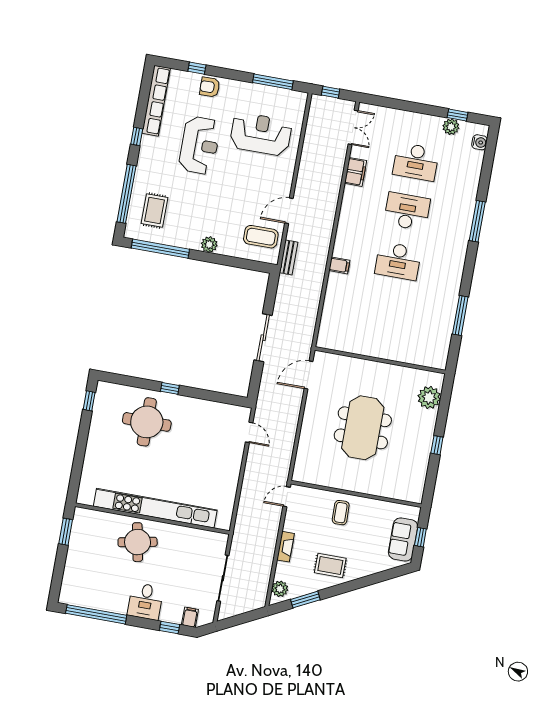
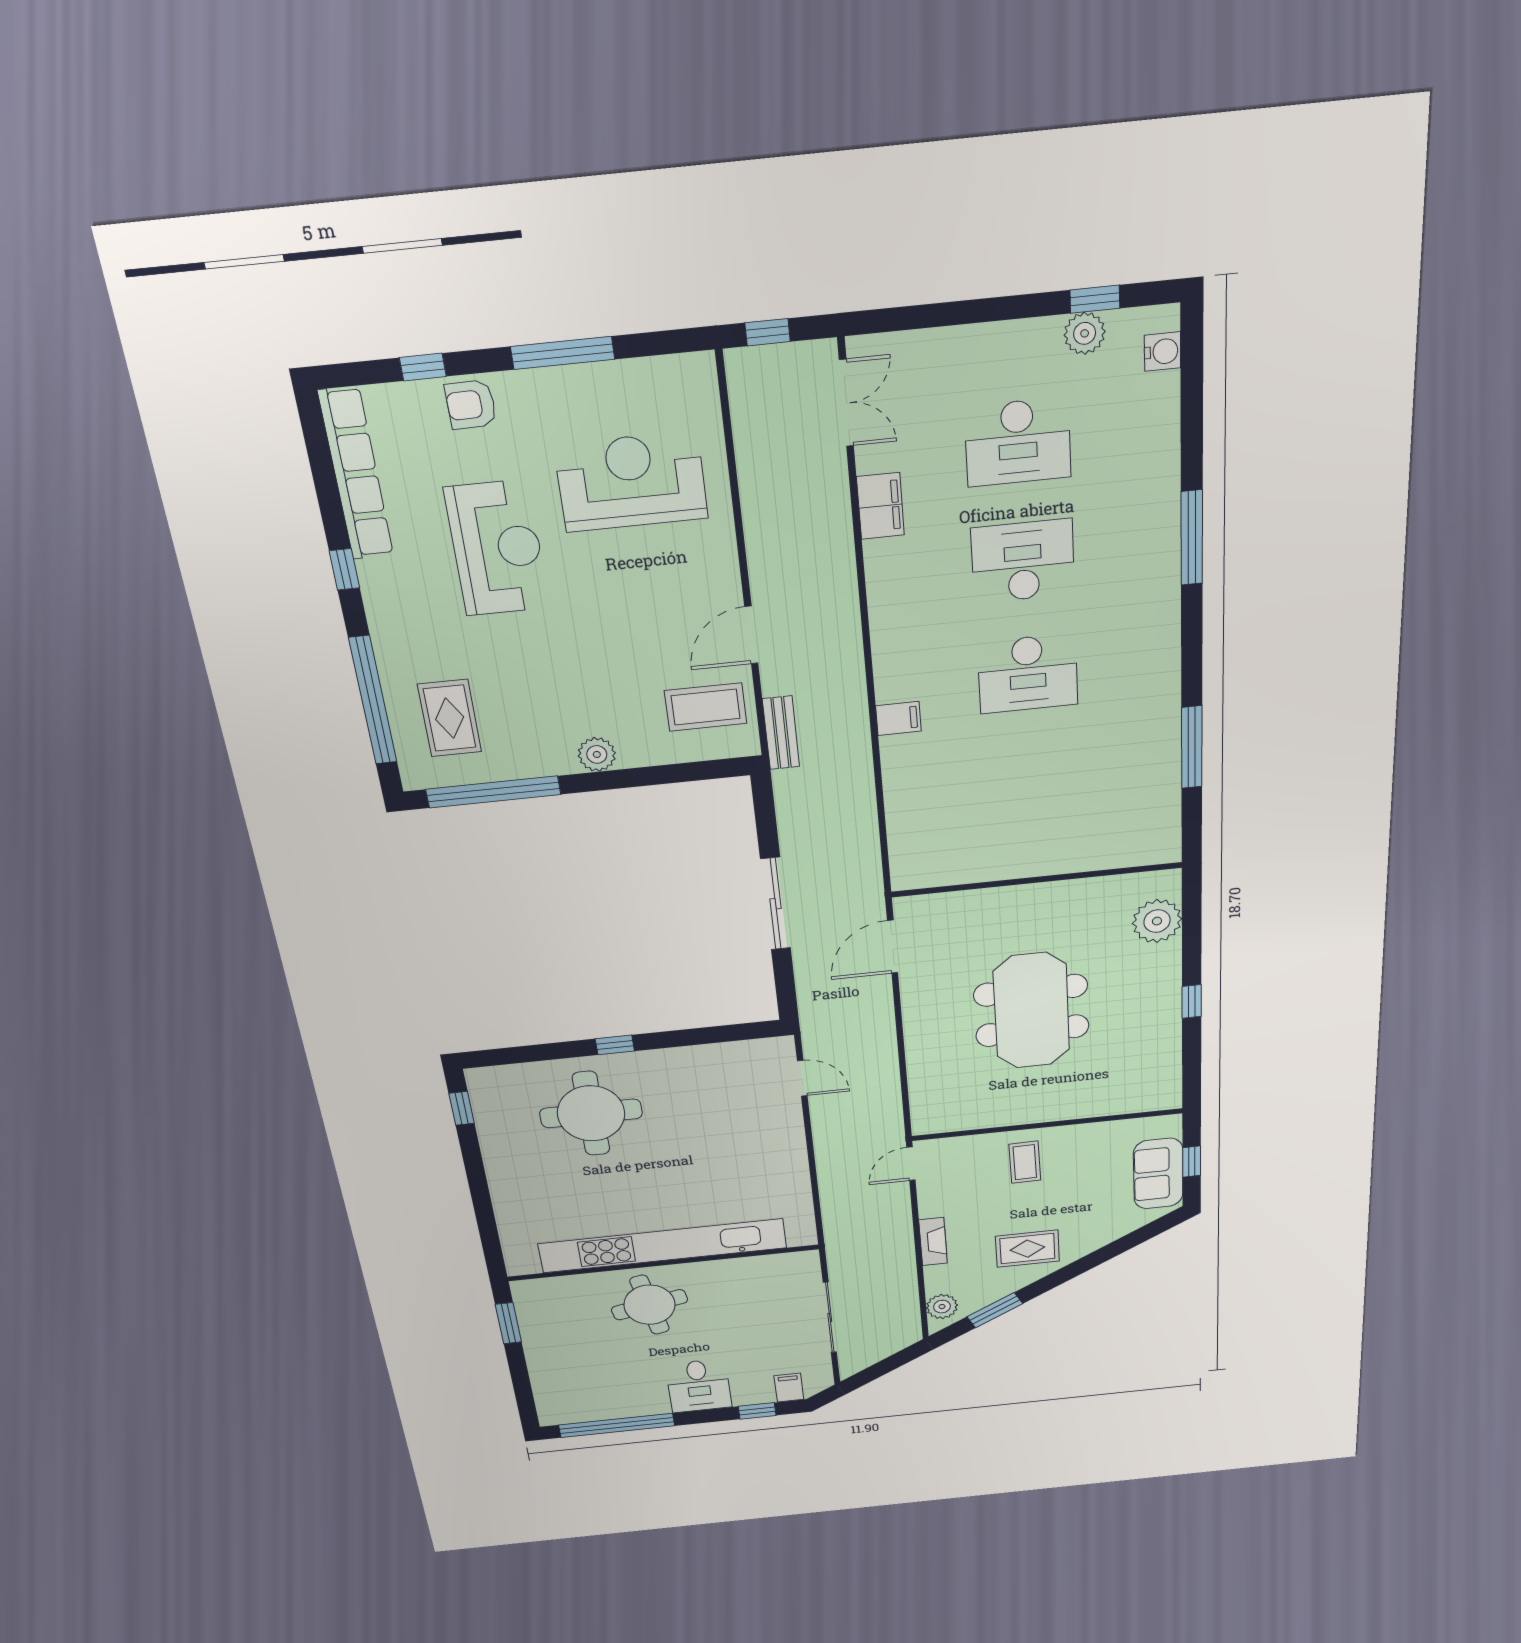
window: (273, 82) -> (563, 353), moved

